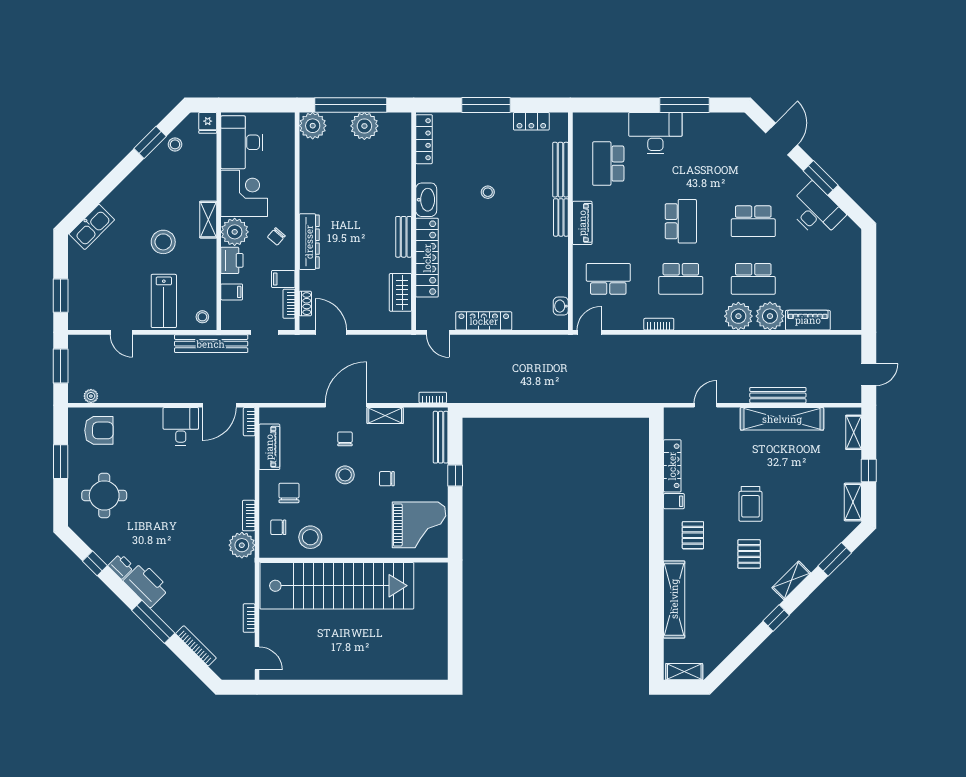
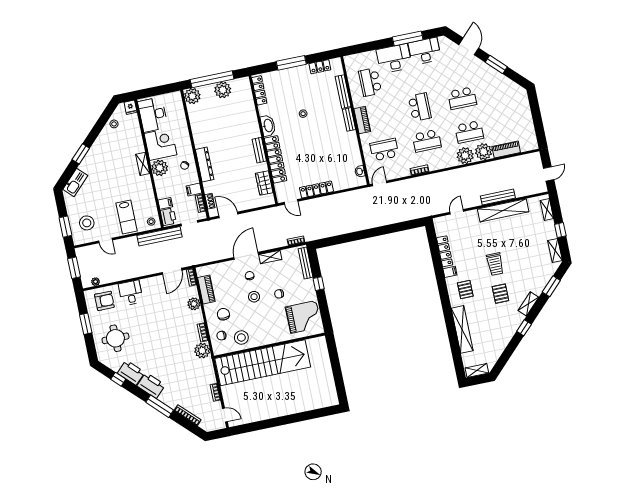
window: (150, 142) -> (81, 154), moved
desk: (816, 211) -> (425, 51), moved, turned -45
stool: (163, 242) -> (87, 223), moved
printer: (232, 260) -> (168, 217), moved
desk: (181, 426) -> (131, 293), moved
plant: (244, 466) -> (194, 304), added
printer: (121, 566) -> (131, 373), width x1.87, depth x1.48

